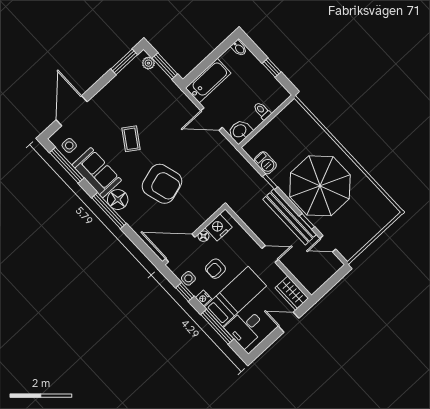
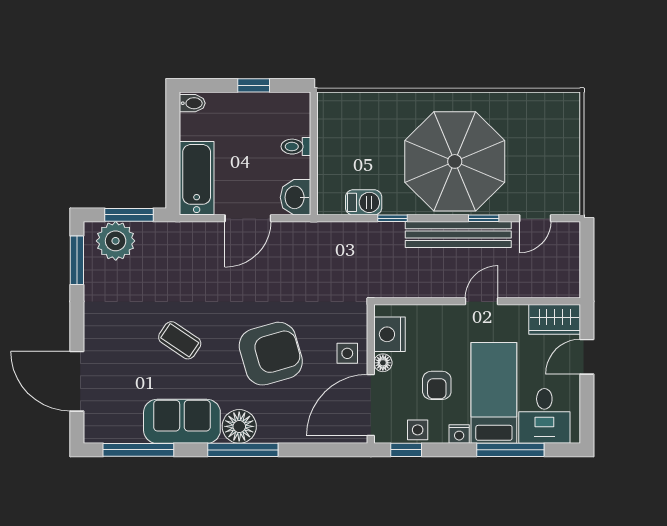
plant: (148, 63) -> (116, 241), width x1.87, depth x1.87
side table: (69, 145) -> (347, 353), moved
window: (185, 292) -> (406, 450), moved

